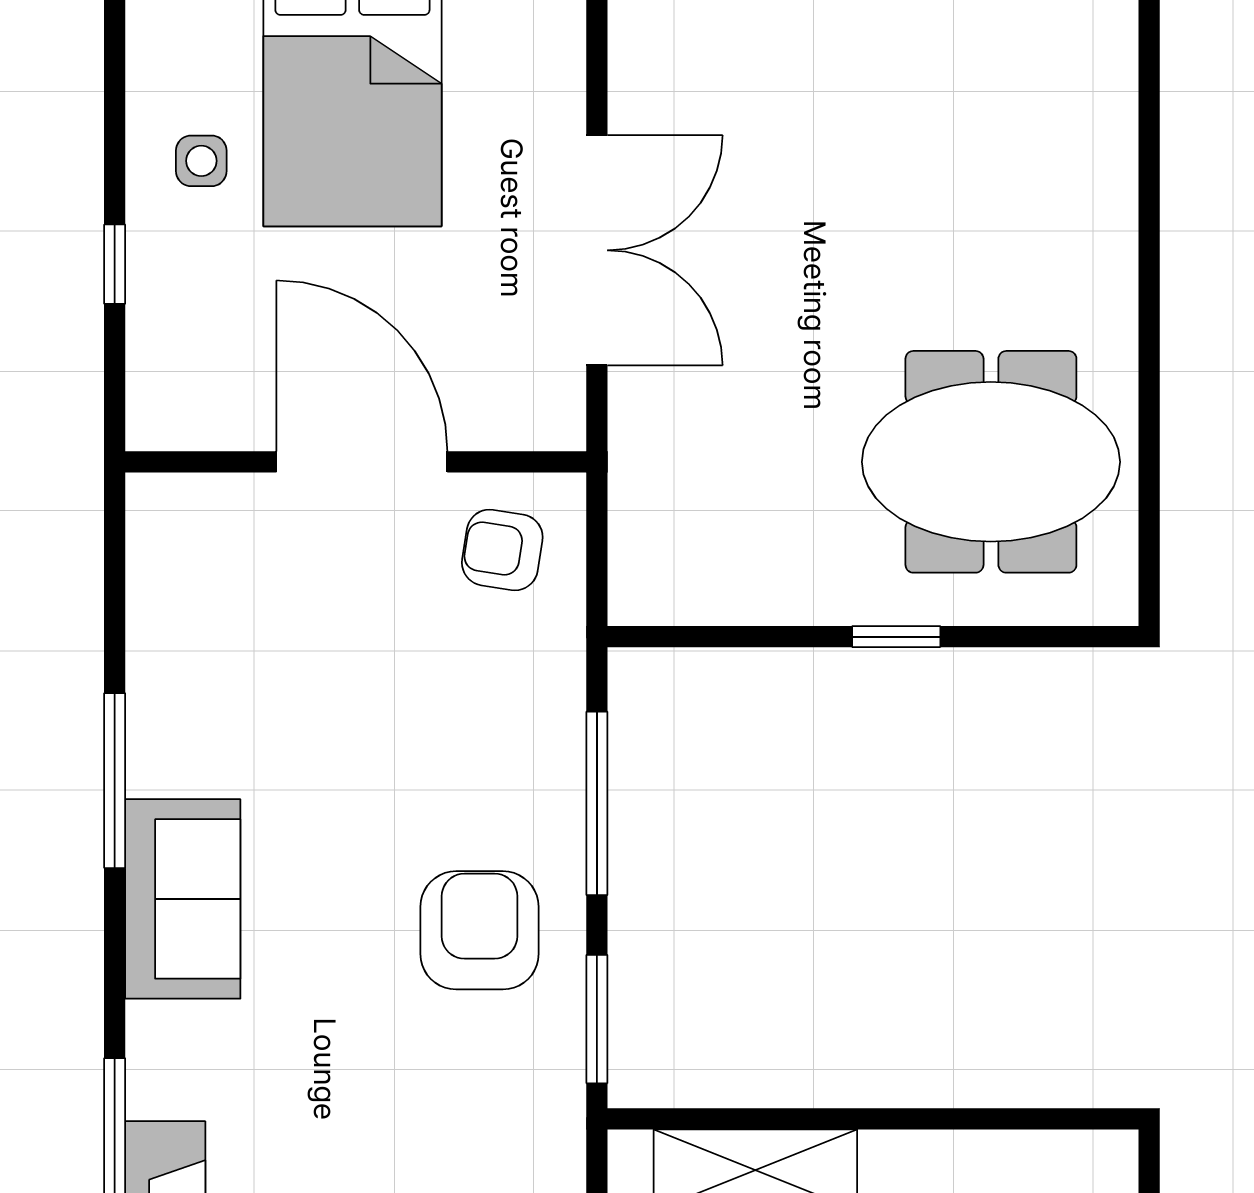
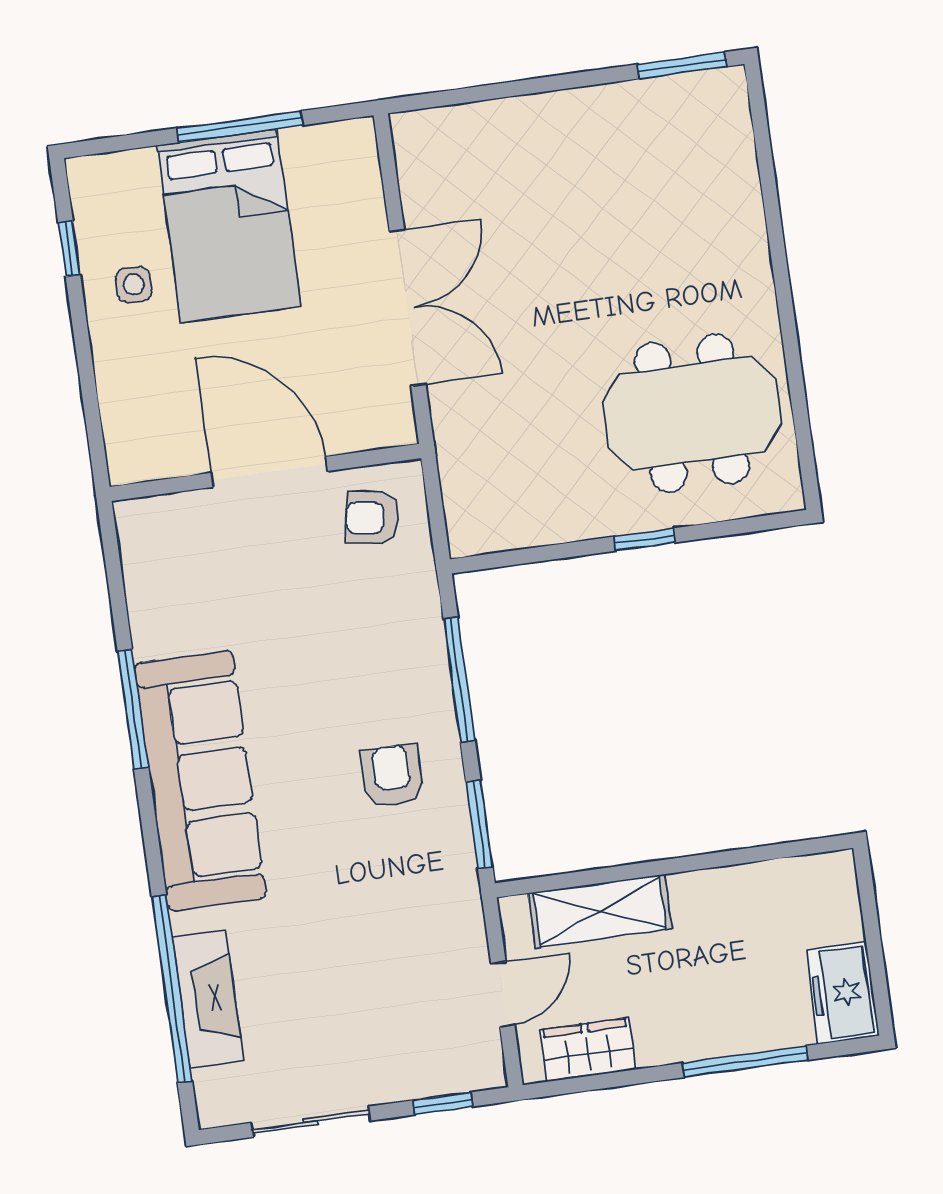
window: (115, 264) -> (69, 249), moved
sofa: (183, 899) -> (200, 781), width x1.85, depth x1.27
armchair: (480, 930) -> (392, 776), width x0.72, depth x0.72

